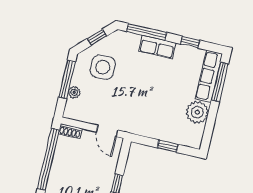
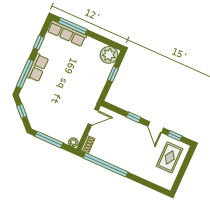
side table: (103, 67) -> (45, 111), removed
plant: (74, 92) -> (73, 142), moved
plant: (197, 112) -> (109, 55), moved

